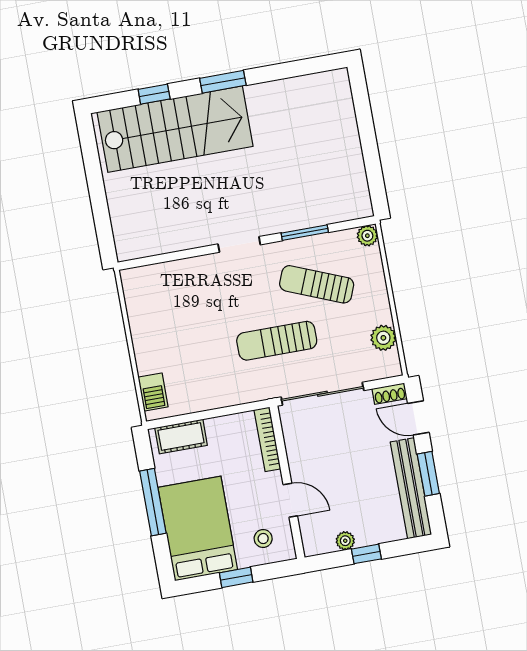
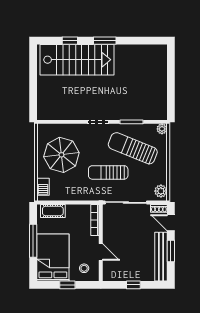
sun lounger: (317, 284) -> (133, 148), width x1.36, depth x1.34
parasol: (178, 323) -> (61, 155), added
plant: (383, 338) -> (161, 191), moved
plant: (345, 541) -> (124, 277), removed

